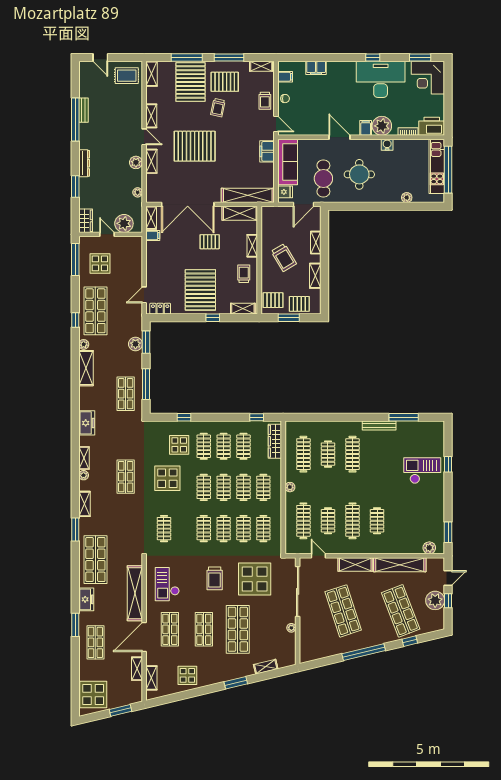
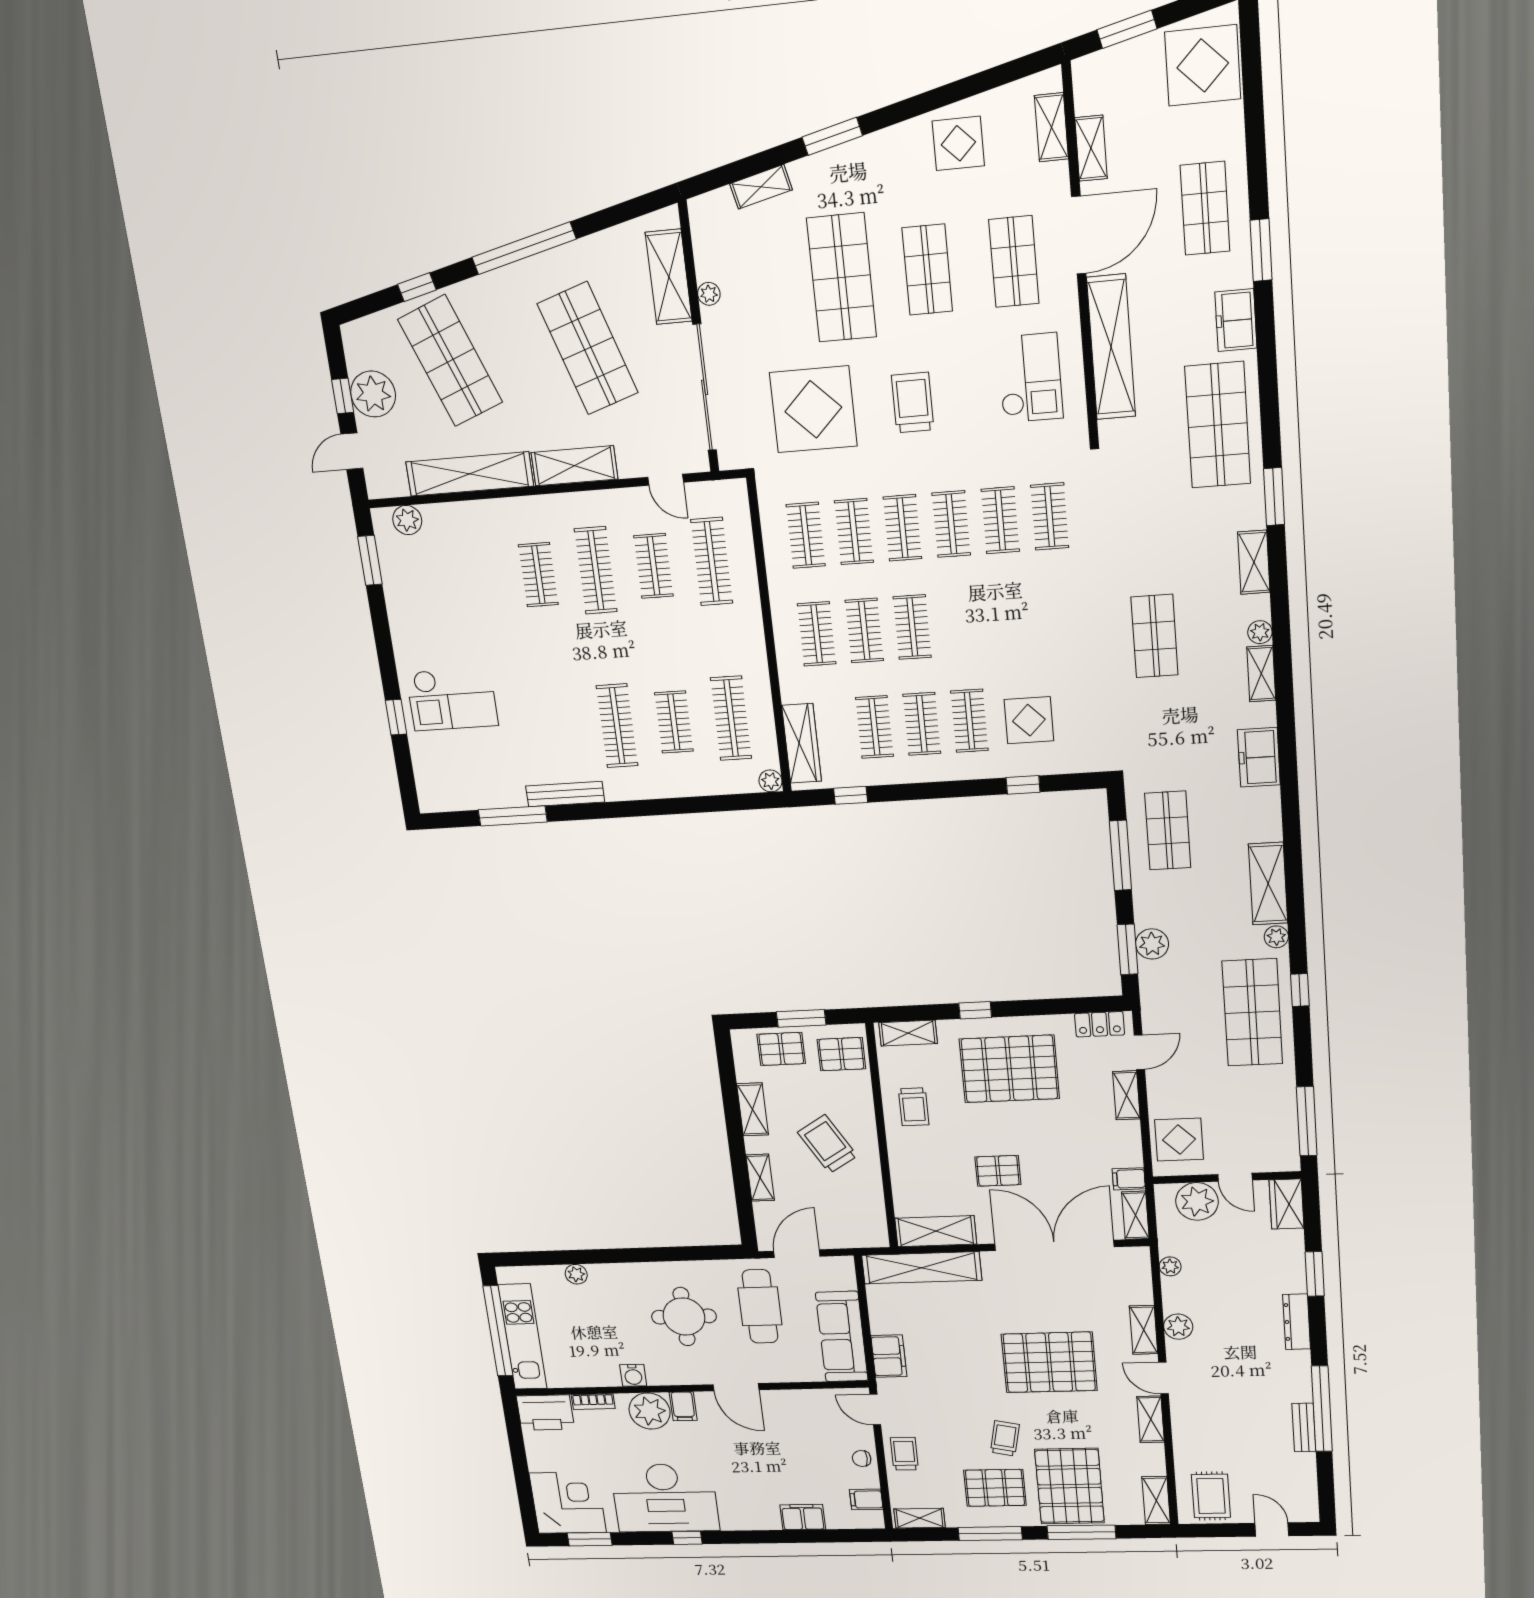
rug: (127, 76) -> (1211, 1496), turned 90
fridge: (285, 192) -> (840, 1277), removed
shelving: (252, 246) -> (1126, 1095), moved
display table: (100, 263) -> (1179, 1140), moved
pallet: (200, 290) -> (1009, 1069), turned 90
display table: (167, 478) -> (1051, 639), removed
clothes rail: (204, 487) -> (1000, 520), moved
plant: (290, 487) -> (770, 781), moved
shelving: (307, 636) -> (669, 277), added

